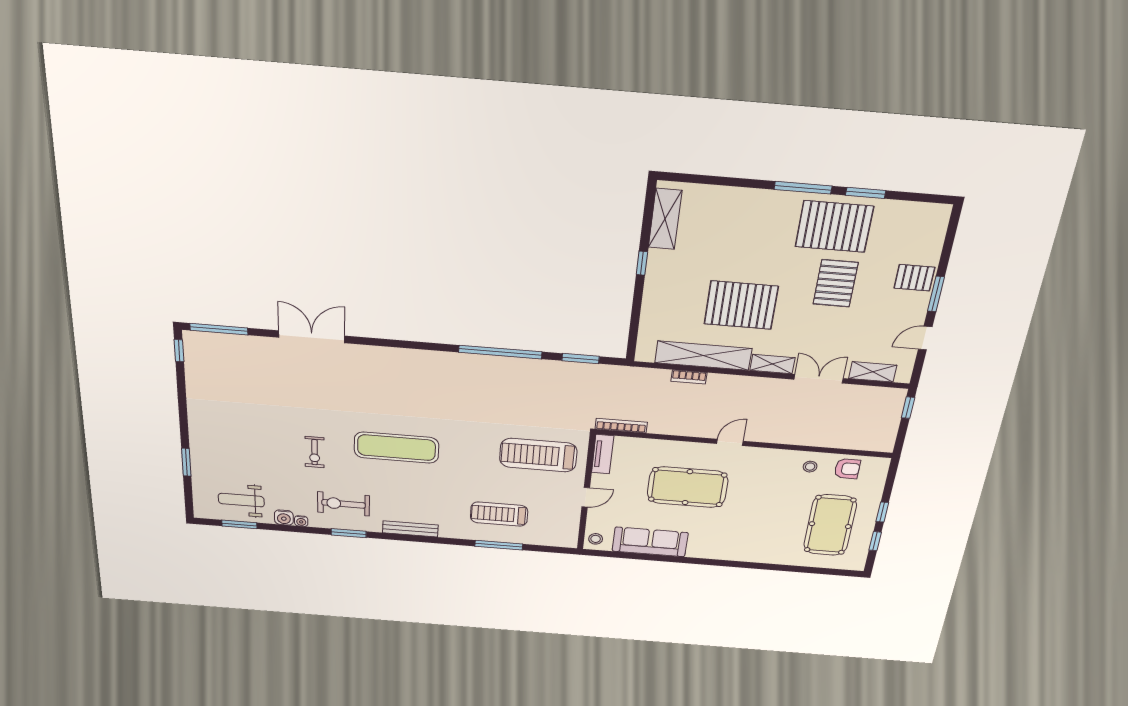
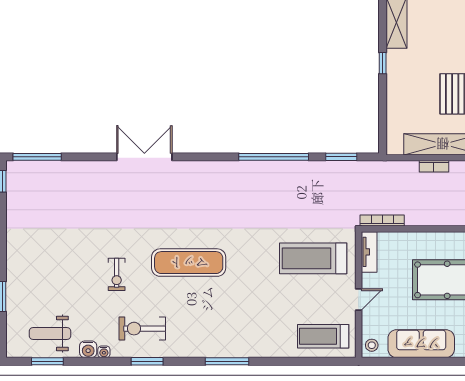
double door: (312, 337) -> (144, 157), moved
treadmill: (499, 514) -> (323, 336), moved
bench: (410, 529) -> (203, 351), removed
window: (499, 545) -> (227, 361), moved

